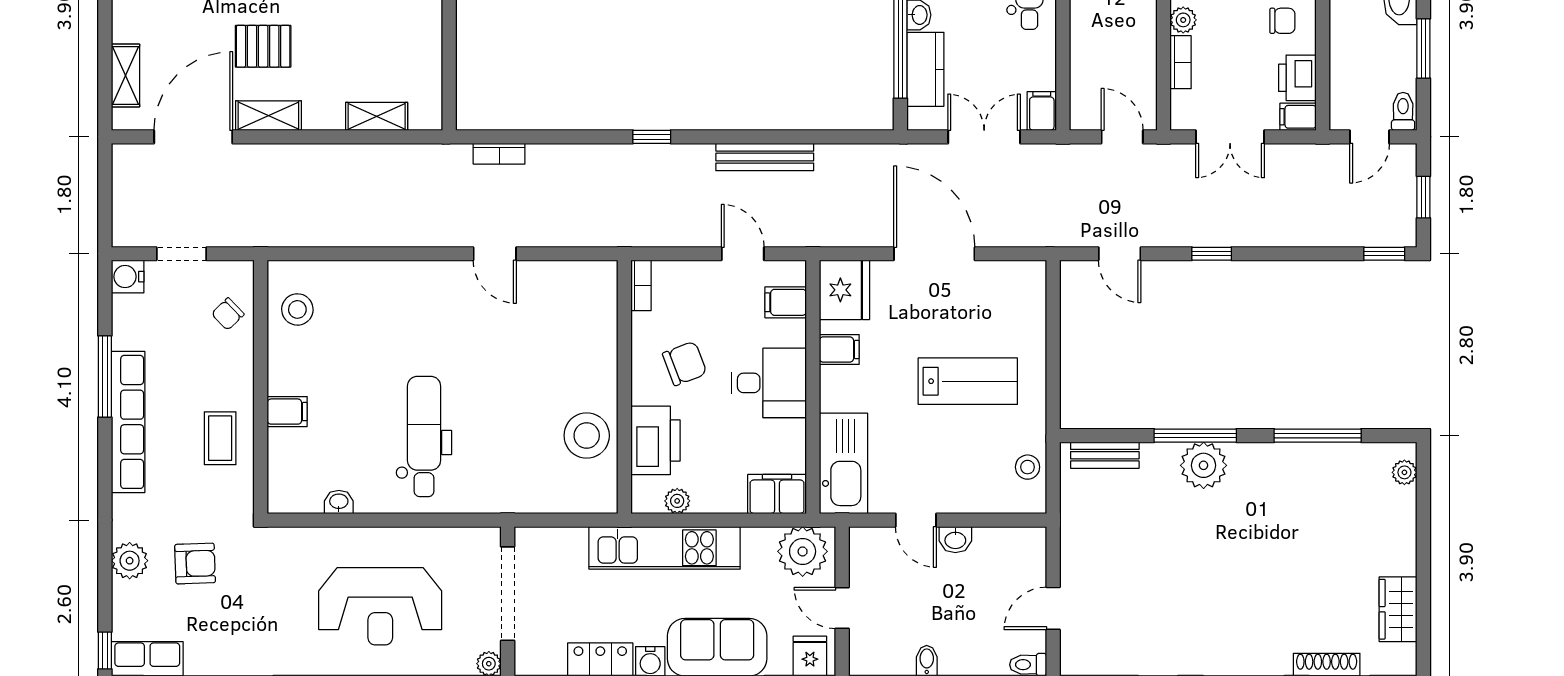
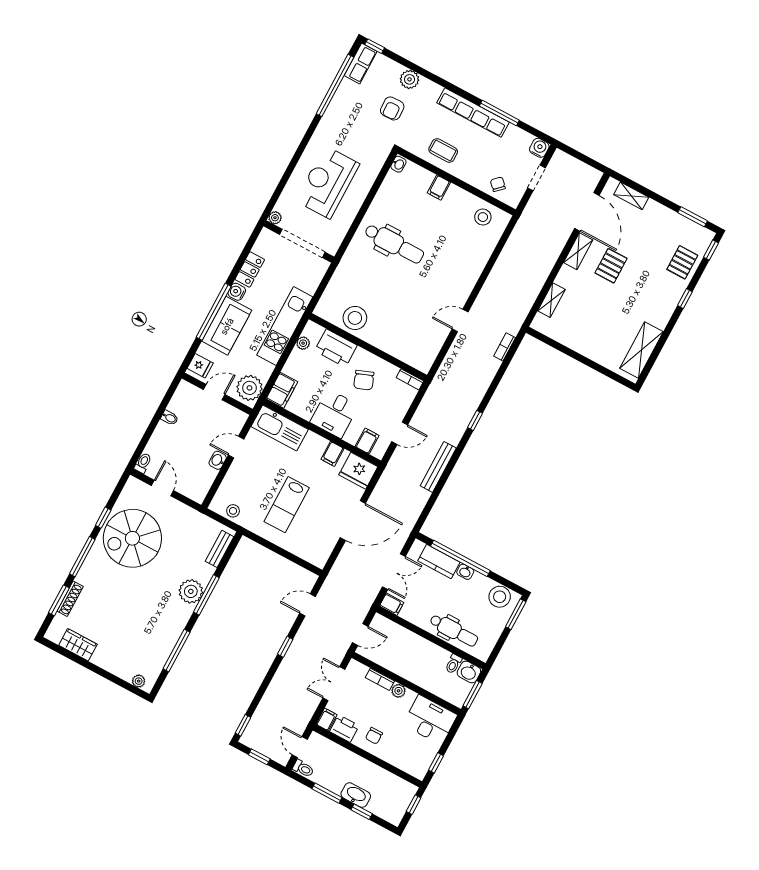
washbasin: (339, 502) -> (398, 164), moved
spiral stairs: (1166, 614) -> (132, 538), added

